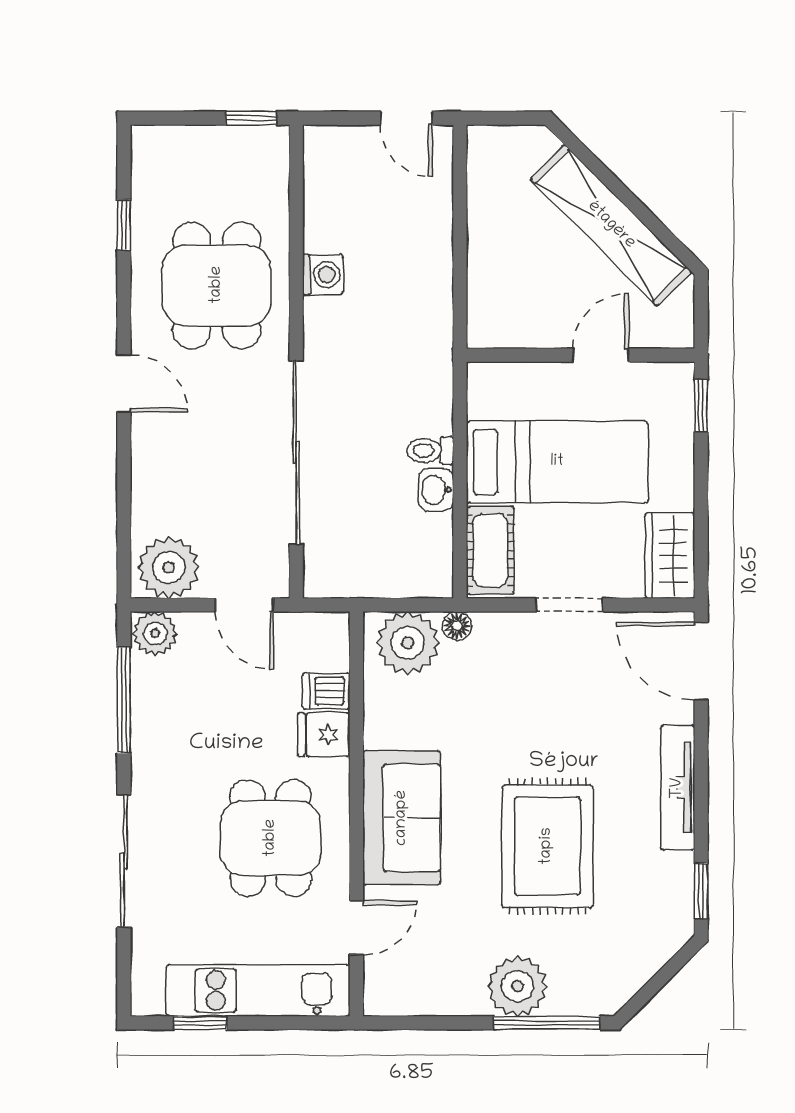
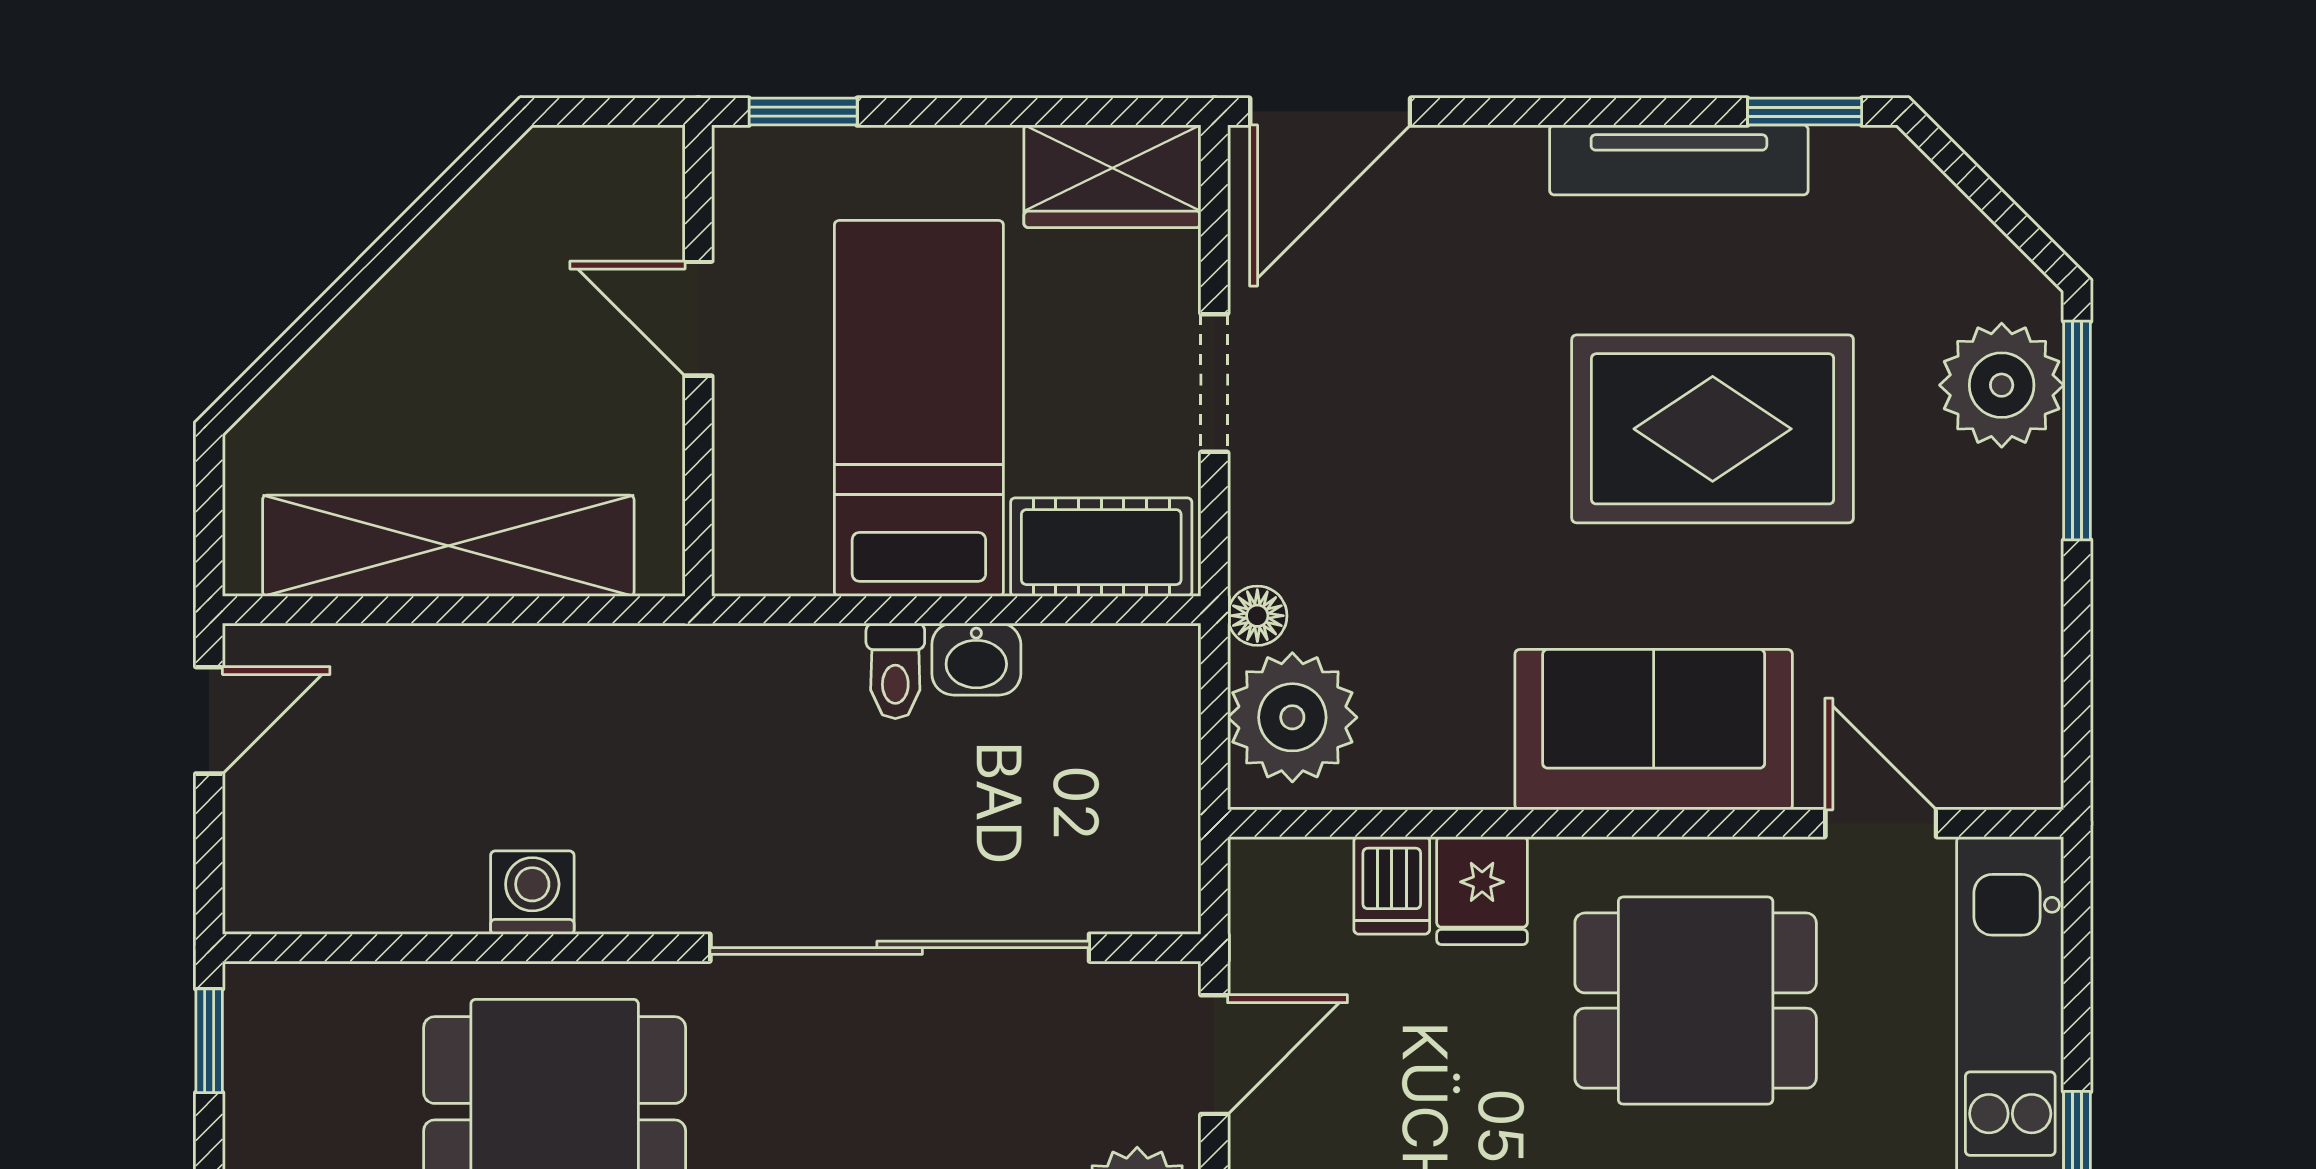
shelving: (611, 225) -> (448, 546), moved, turned 45
tv unit: (678, 788) -> (1679, 160), moved
plant: (517, 986) -> (2002, 385), moved

